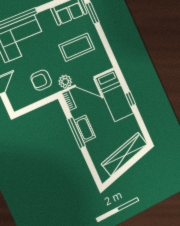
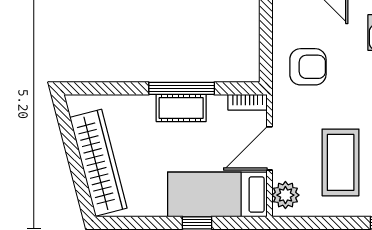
armchair: (41, 80) -> (308, 67), turned 90
plant: (65, 82) -> (285, 195), moved

